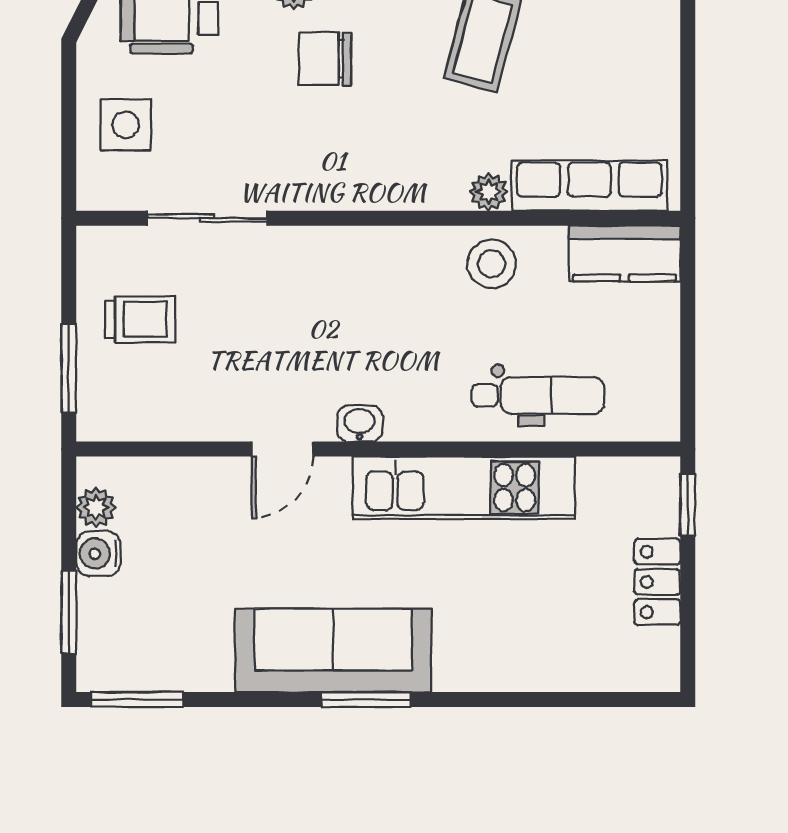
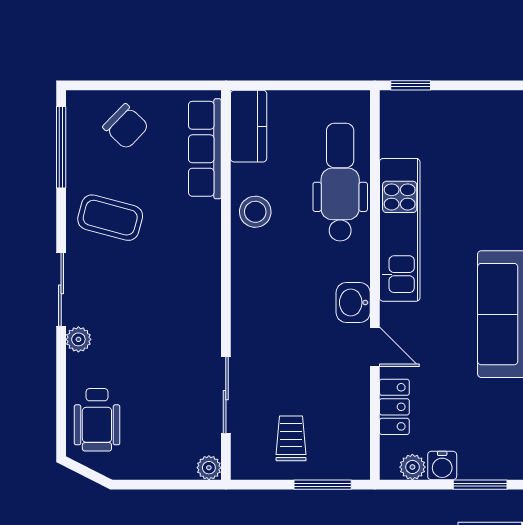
chair: (325, 59) -> (126, 127), moved, turned -46
side table: (126, 125) -> (166, 448), removed
plant: (489, 192) -> (209, 468), moved
dental chair: (538, 395) -> (340, 182), width x1.36, depth x1.38
washbasin: (360, 424) -> (353, 303), width x1.38, depth x1.45
locker: (657, 582) -> (394, 407), moved, turned -90

